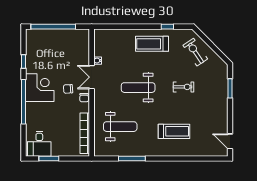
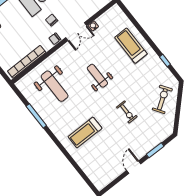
treadmill: (152, 44) -> (131, 46), moved
double door: (92, 77) -> (76, 32), swing flipped
weight bench: (138, 88) -> (97, 76), width x0.73, depth x0.75
treadmill: (174, 131) -> (85, 132), turned 90
door: (230, 141) -> (134, 167), moved

